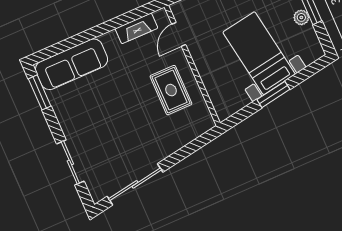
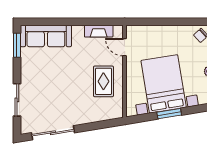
door: (179, 34) -> (125, 47), hinge flipped
bed with nightstands: (259, 53) -> (164, 84), width x1.36

